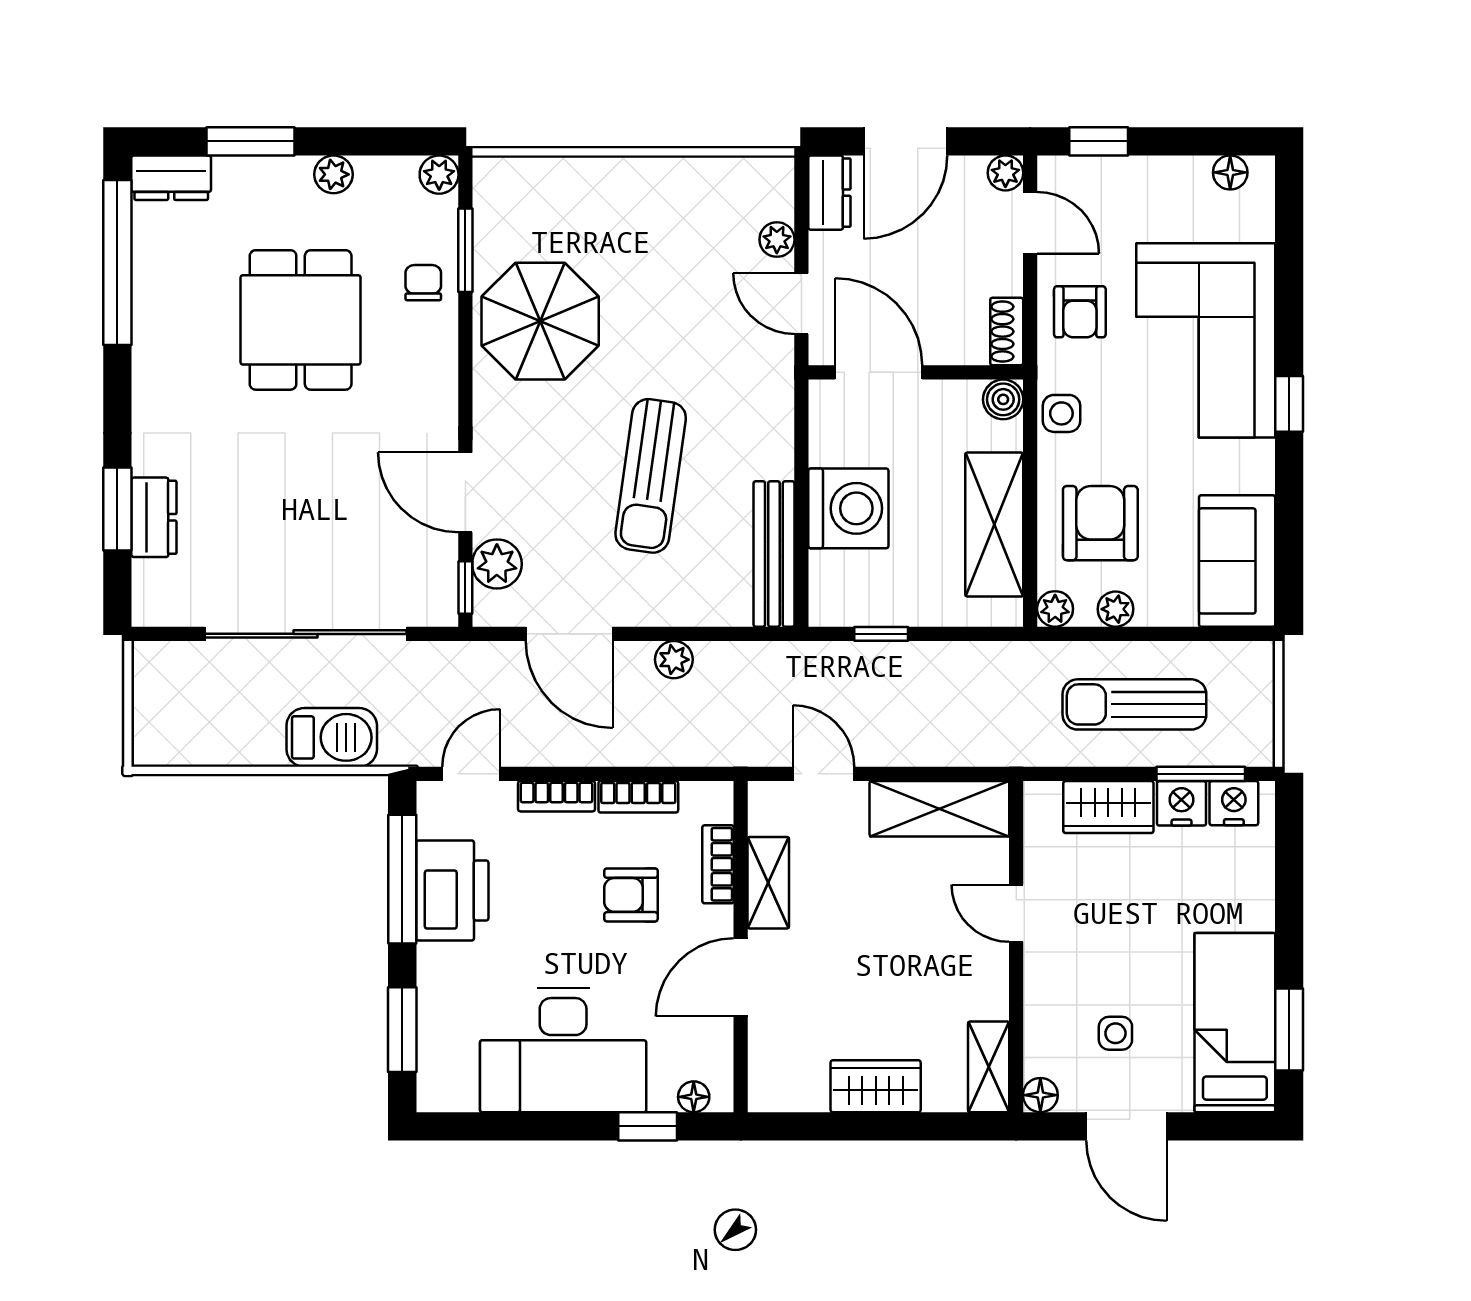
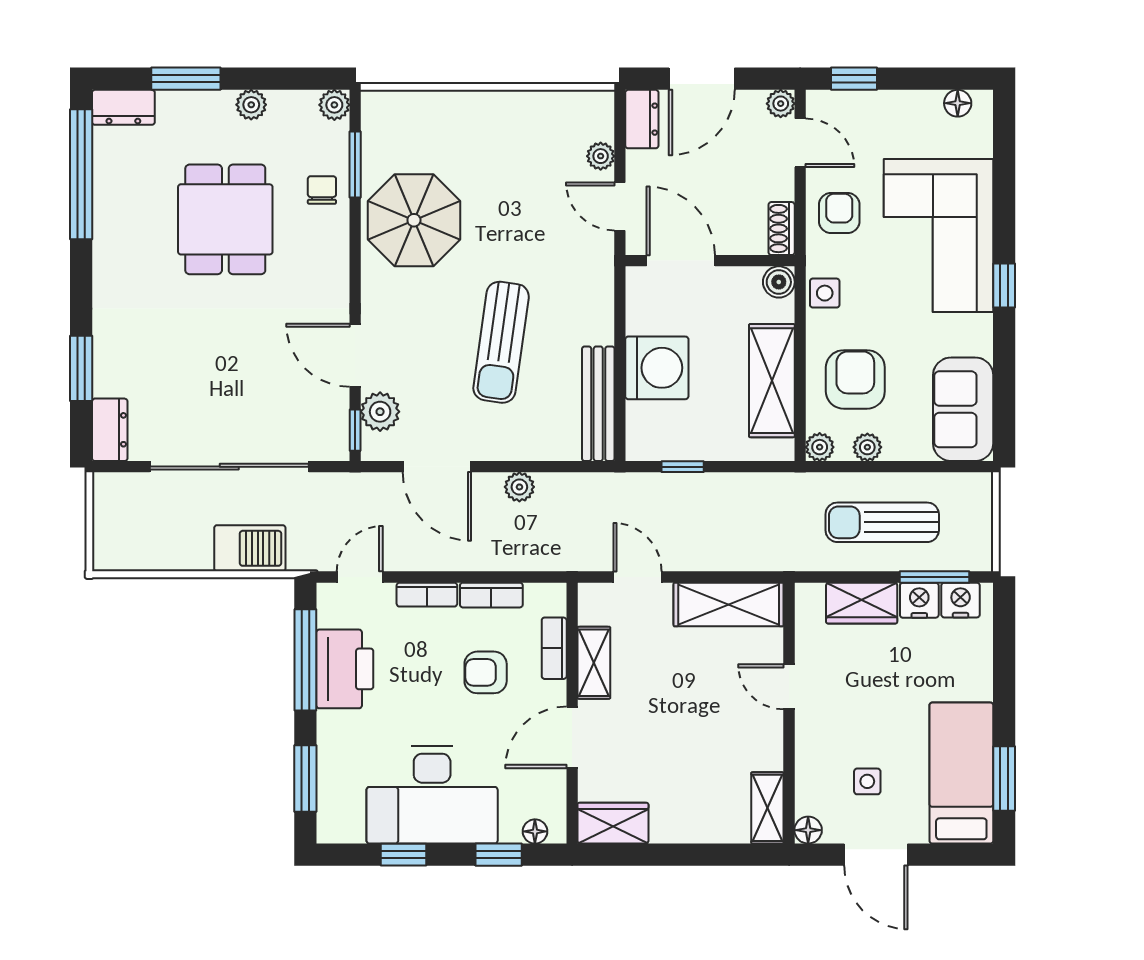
armchair: (1080, 312) -> (839, 213), turned 180
dresser: (154, 517) -> (110, 430), moved
wardrobe: (876, 1086) -> (613, 823), moved
window: (527, 1126) -> (404, 855), added

